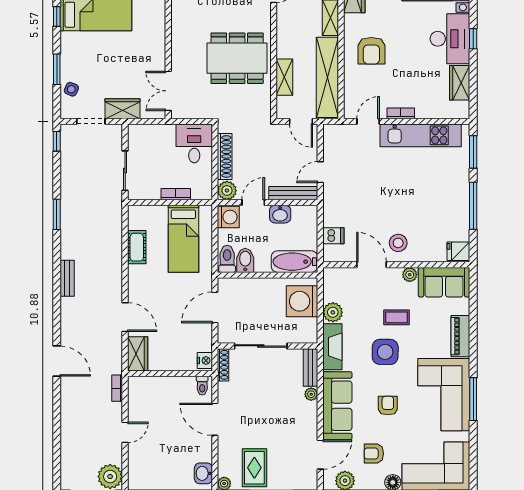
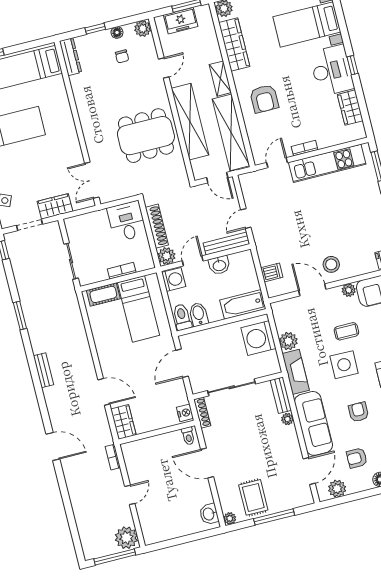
shelving: (284, 77) -> (190, 122), width x2.20, depth x1.33
cot: (137, 247) -> (103, 294), moved, turned 90

